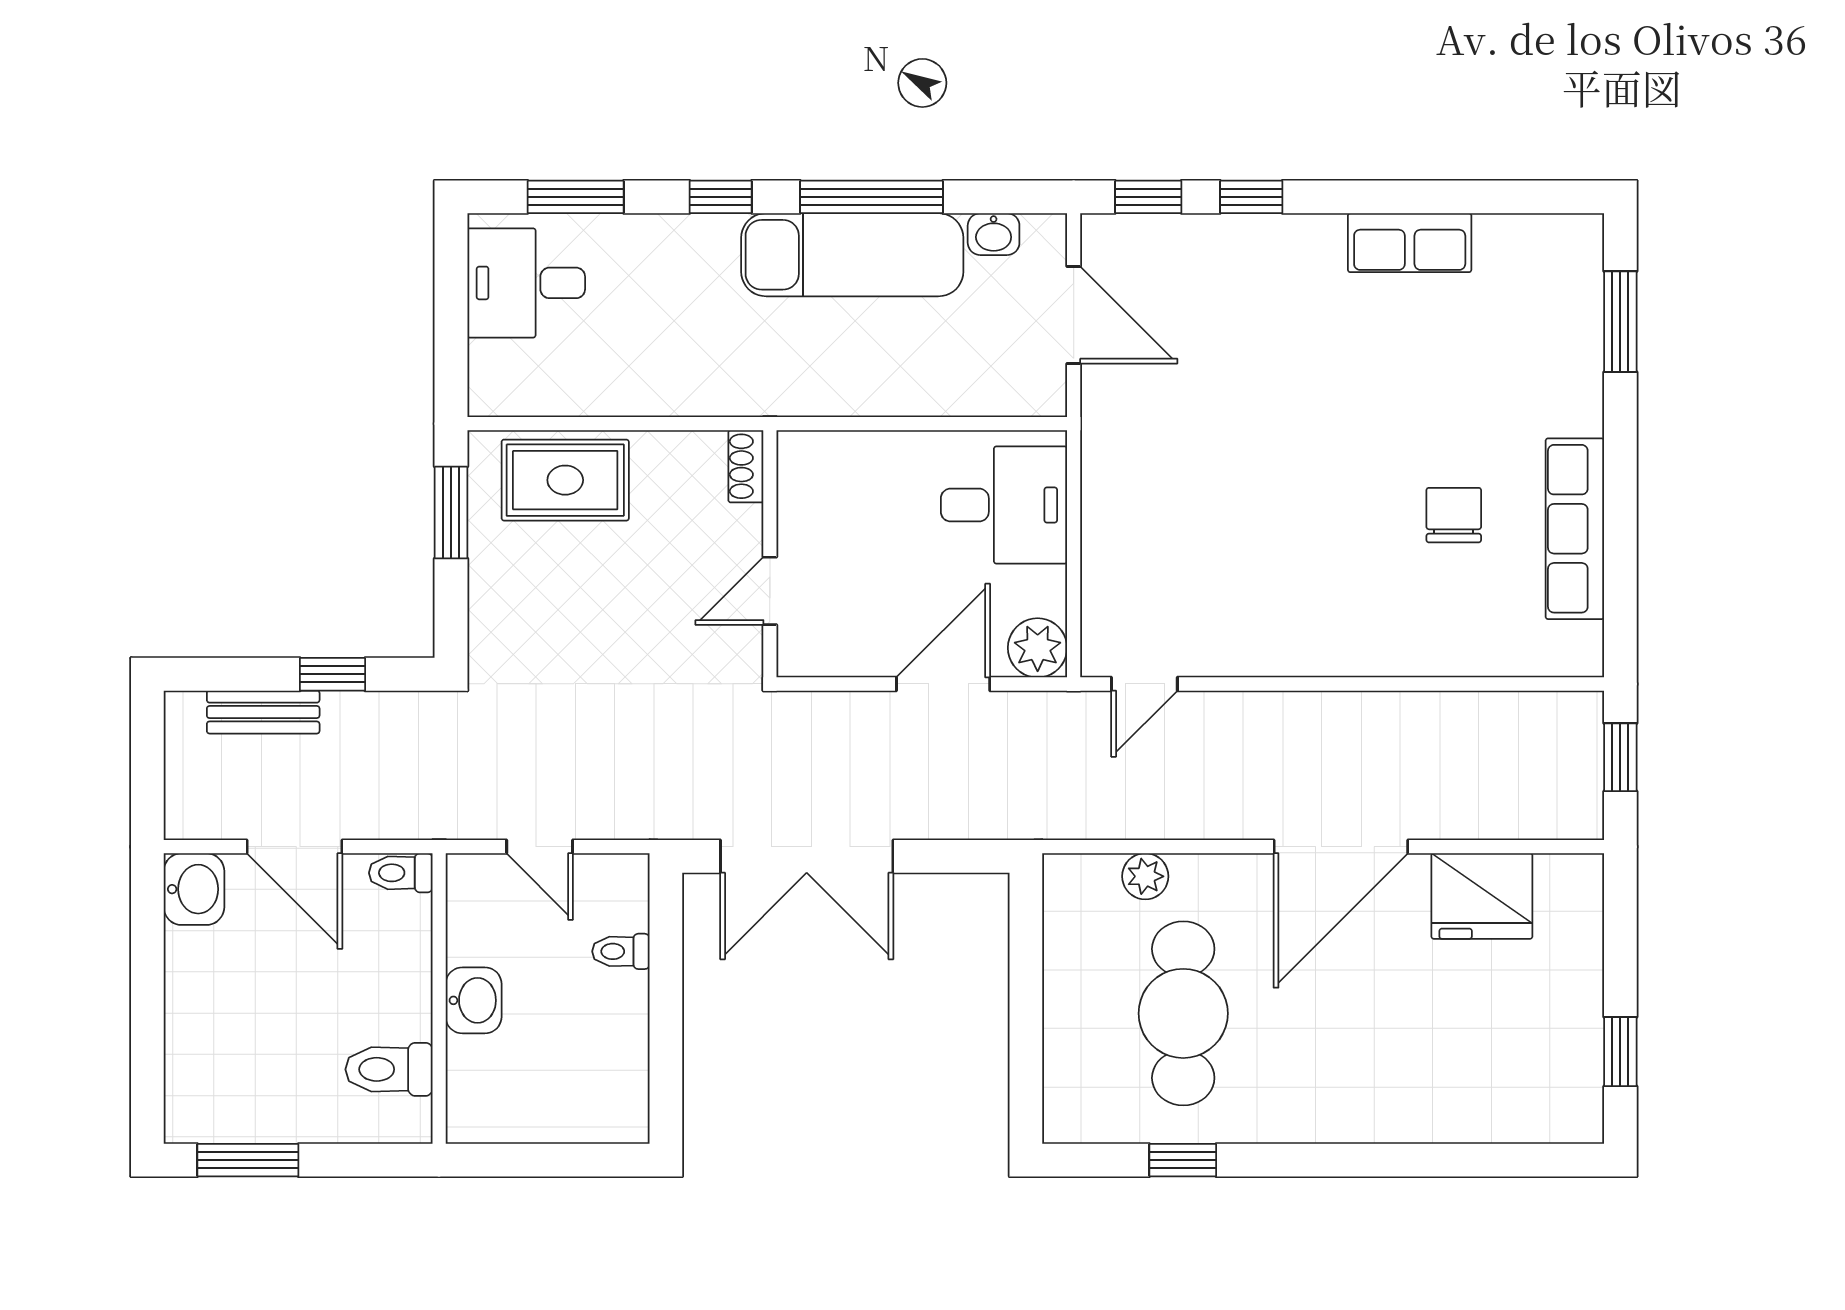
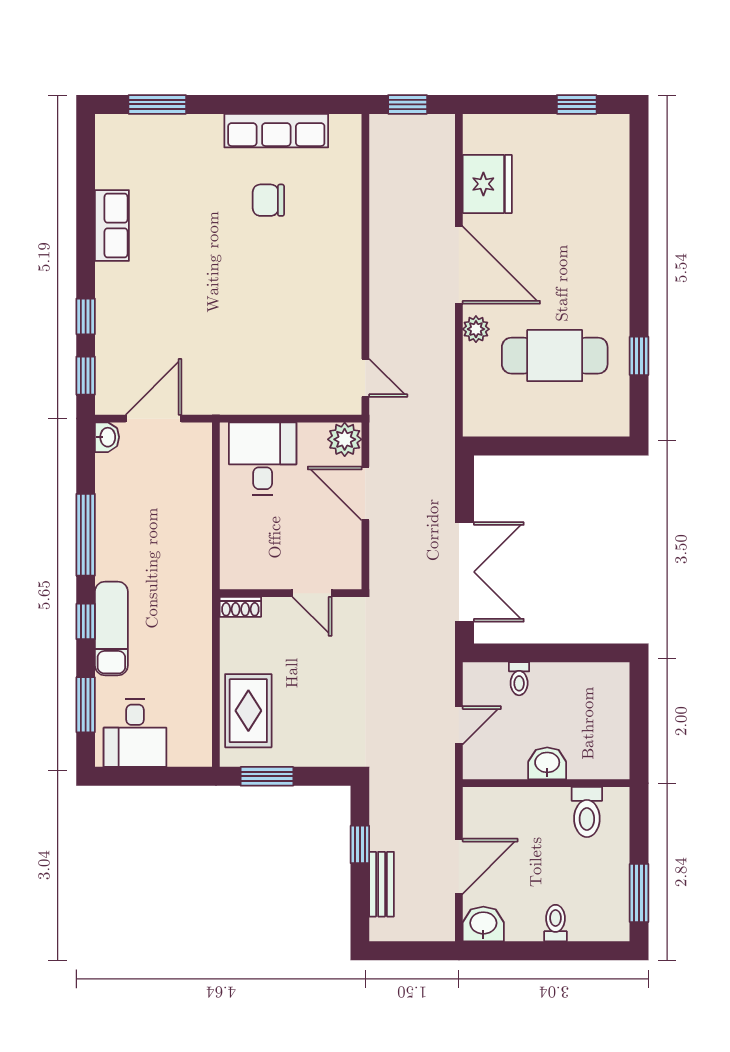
washbasin: (994, 234) -> (107, 437), moved
exam couch: (852, 255) -> (111, 628), moved, width x0.73, depth x0.69
toilet: (401, 873) -> (556, 923), moved, turned 180
plant: (1145, 876) -> (476, 329), moved

